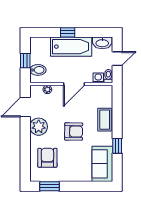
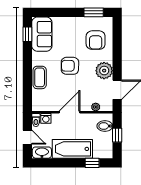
window: (68, 32) -> (92, 163), moved
door: (117, 59) -> (27, 137), swing flipped
window: (117, 146) -> (27, 34), moved

